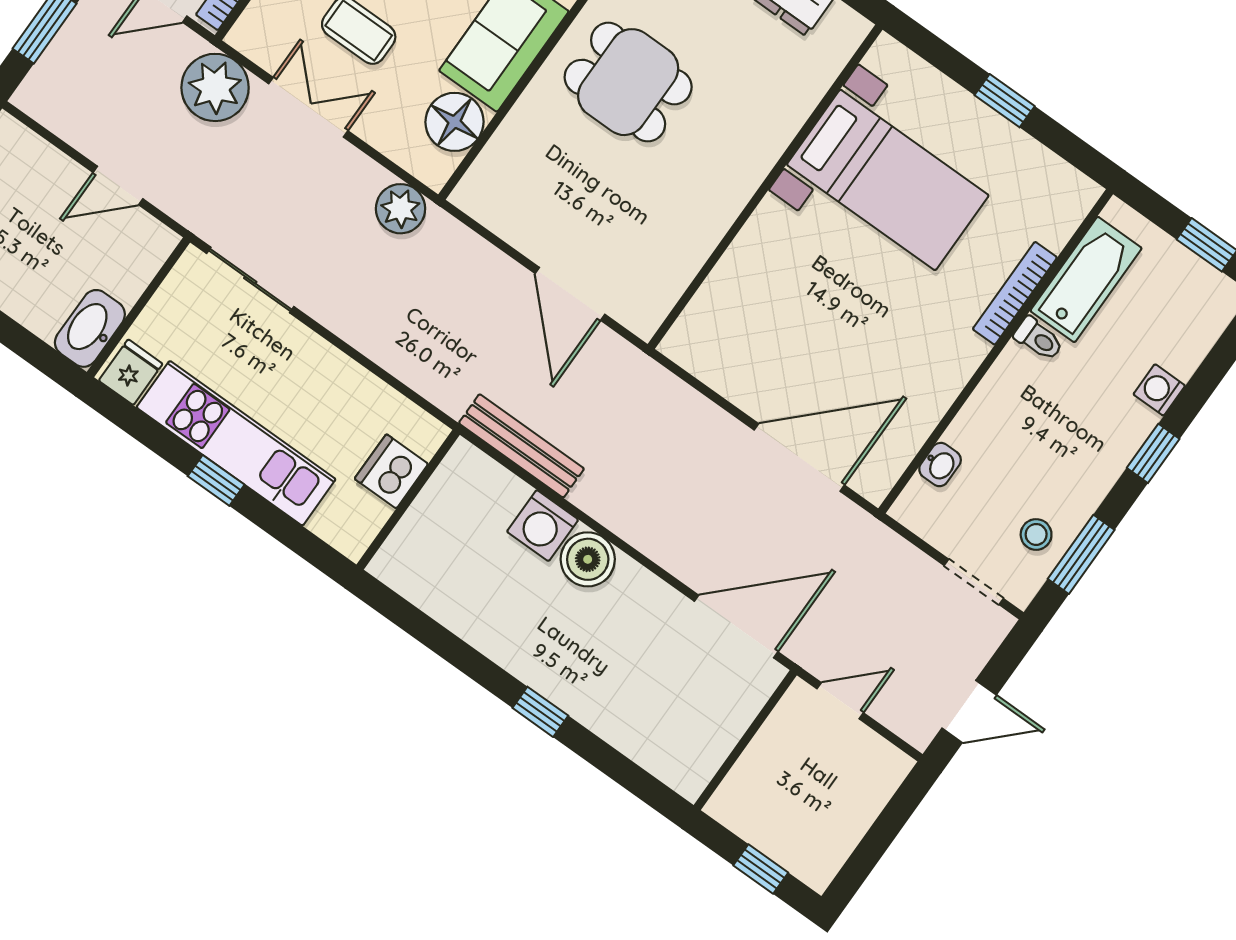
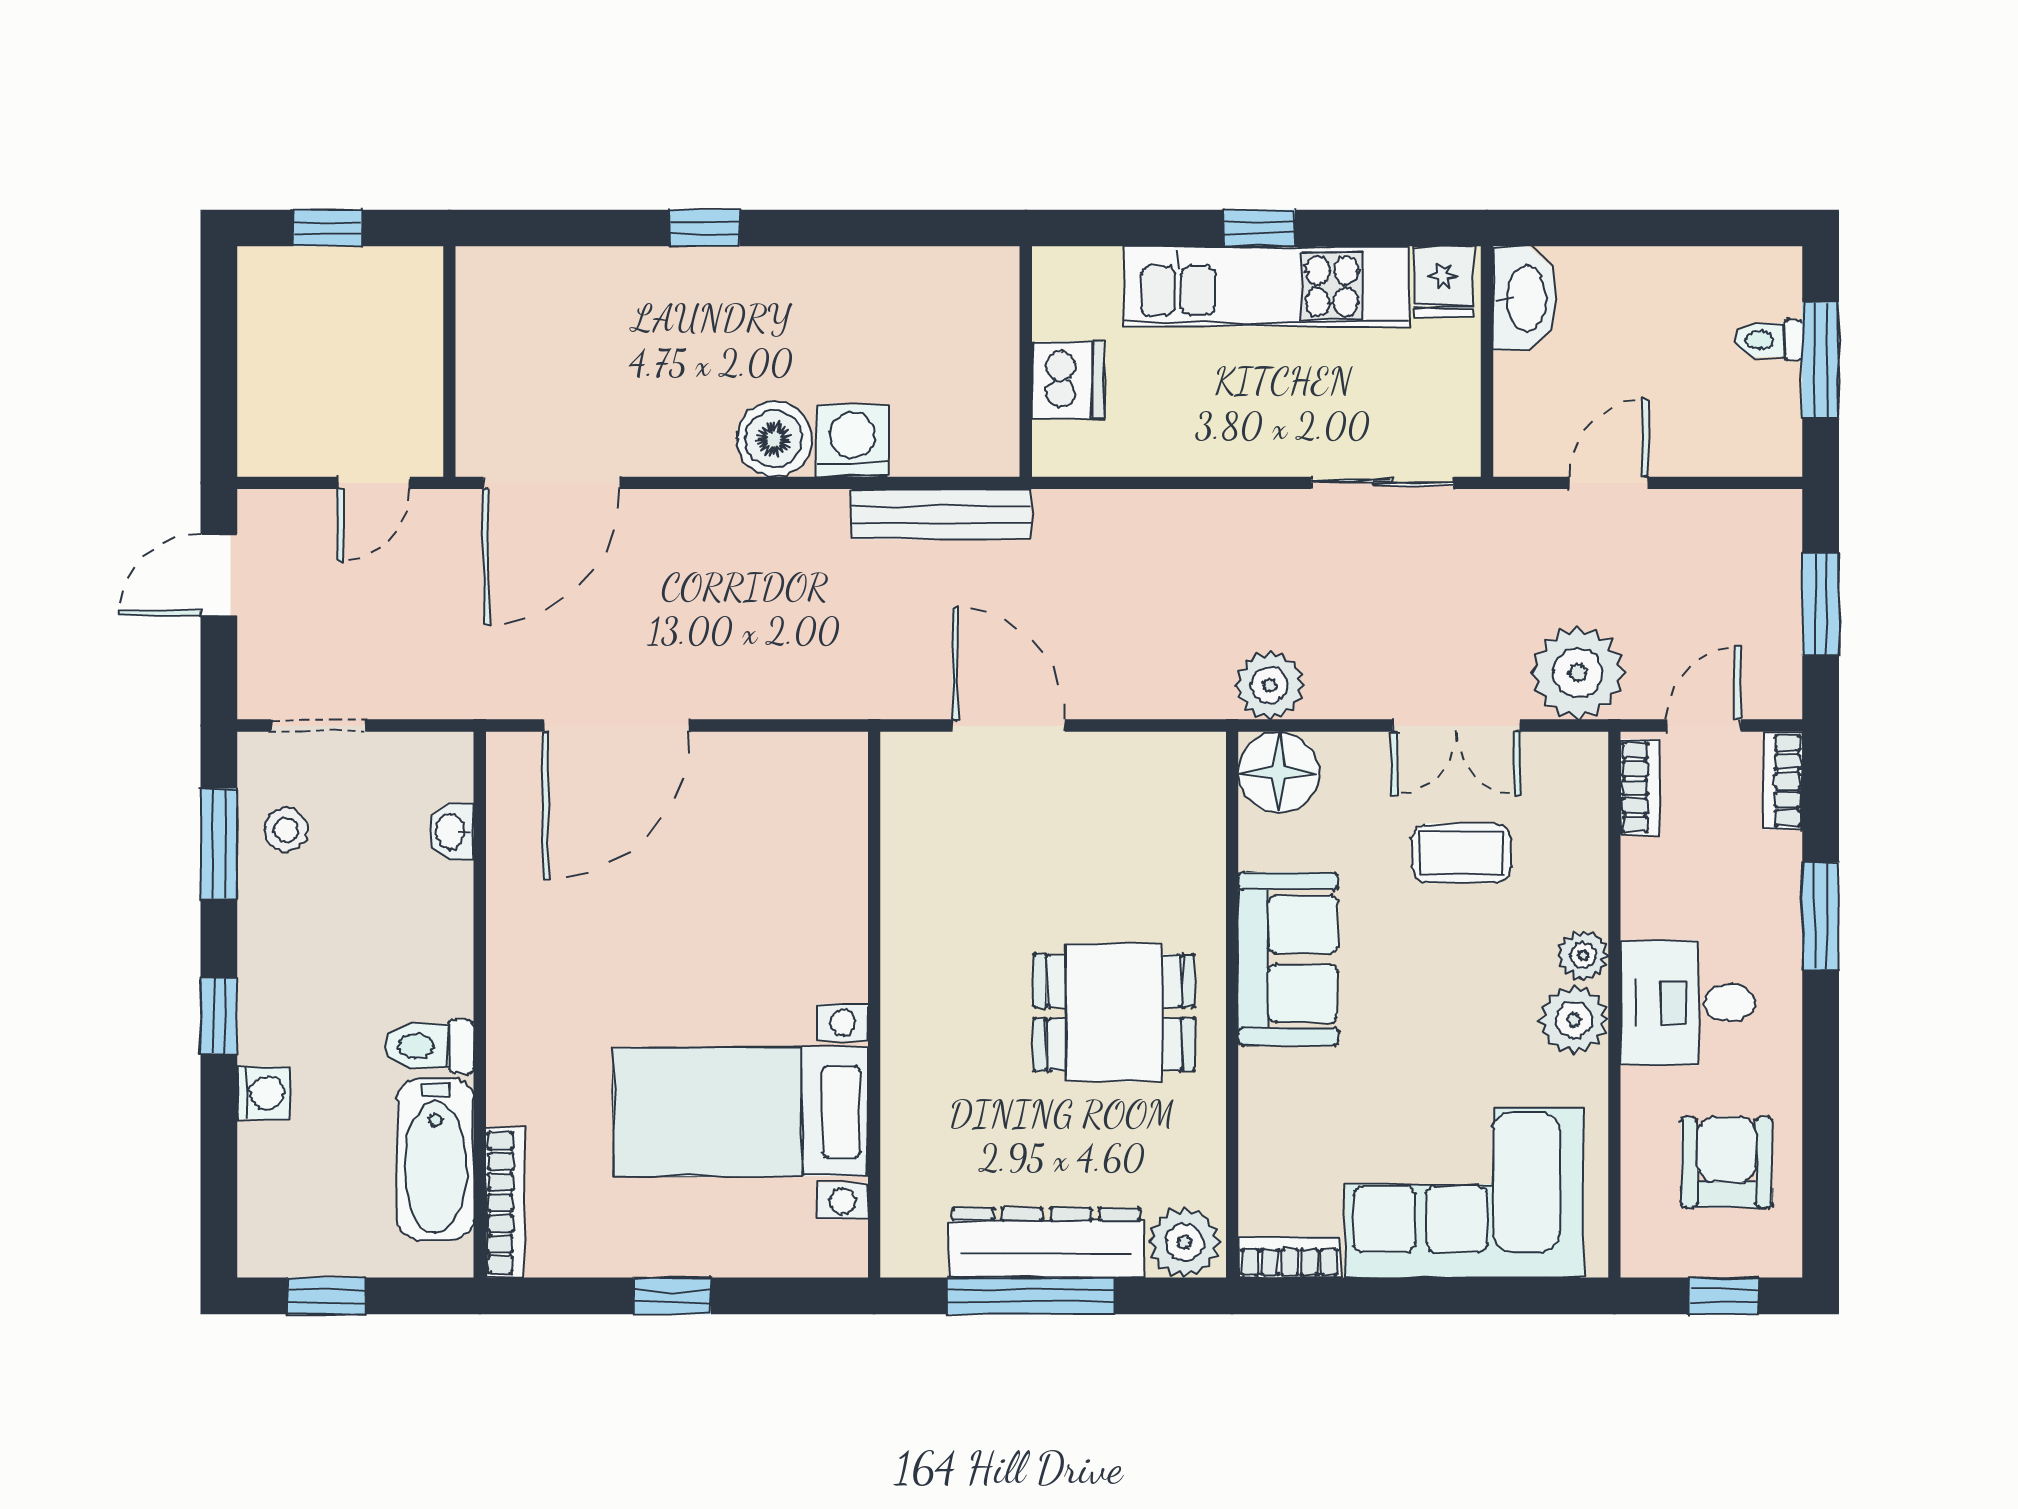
floor lamp: (455, 122) -> (1279, 772), moved
bookcase: (1015, 293) -> (505, 1203), moved
toilet: (1039, 339) -> (429, 1046), width x1.37, depth x1.39

